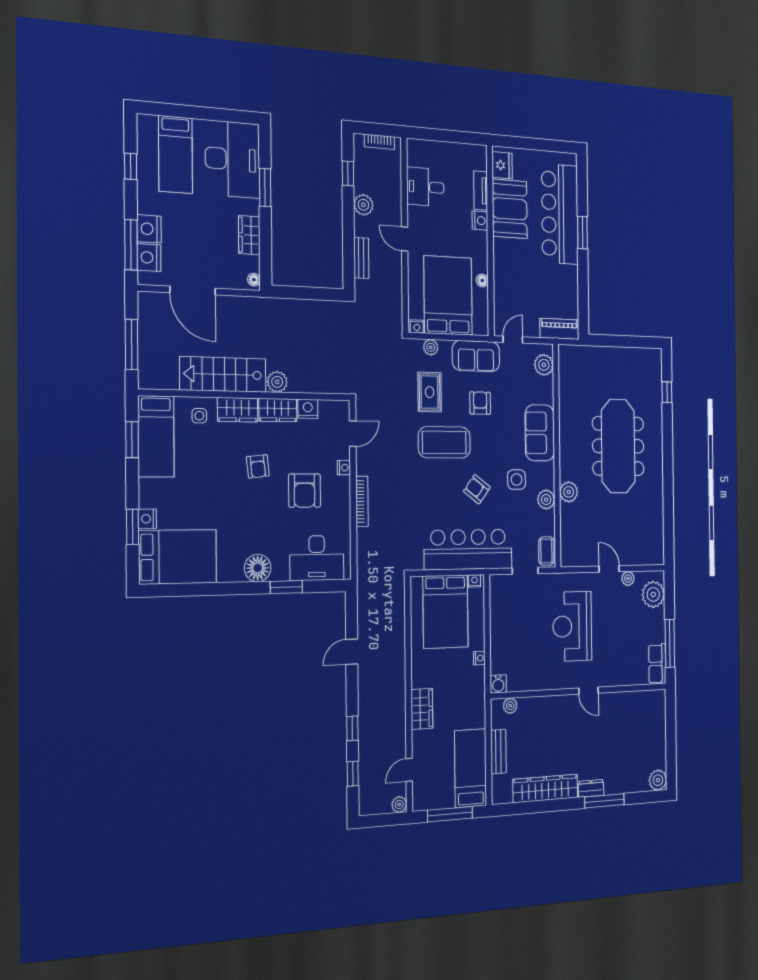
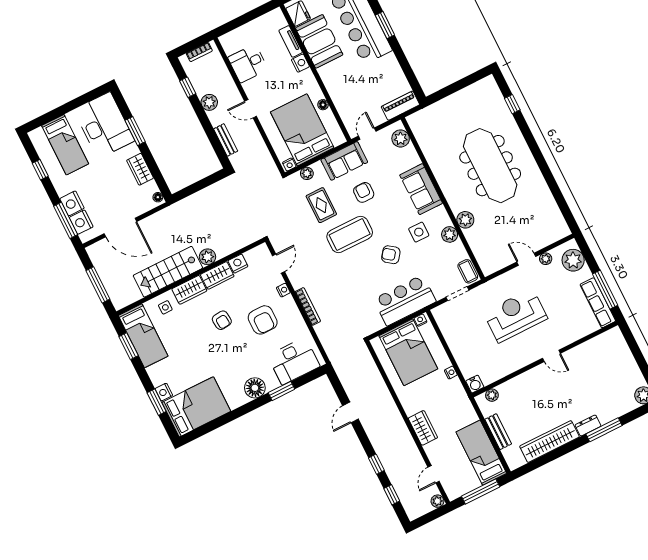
bar counter: (468, 549) -> (405, 300), width x0.73
reception desk: (572, 626) -> (515, 315), turned 90
row of seats: (657, 664) -> (598, 303), width x1.48

